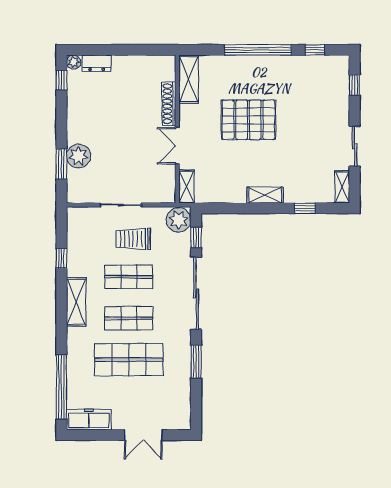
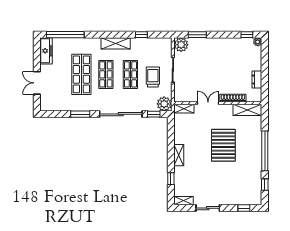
dresser: (97, 63) -> (257, 80), moved
plant: (78, 156) -> (181, 45), moved

